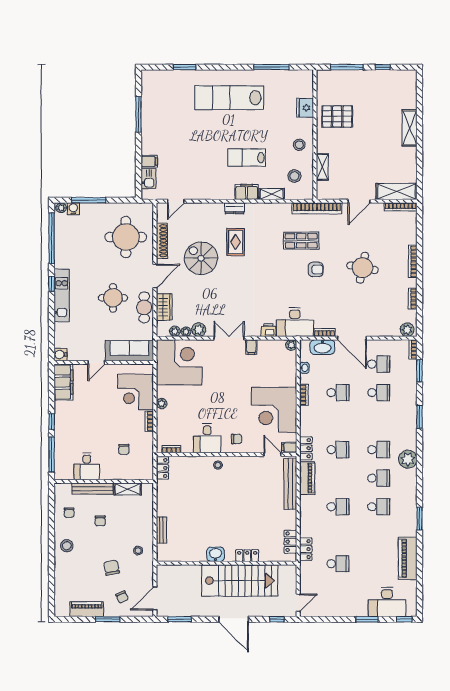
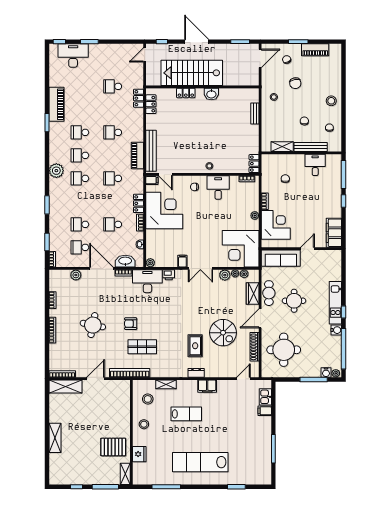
lab bench: (229, 98) -> (200, 462), turned 180
shelving: (322, 167) -> (125, 474), moved
filing cabinet: (247, 192) -> (207, 386), moved
plant: (407, 330) -> (76, 275), moved
water cooler: (61, 354) -> (336, 330), moved
locker: (306, 448) -> (139, 203), moved
piano: (408, 558) -> (56, 104), moved

